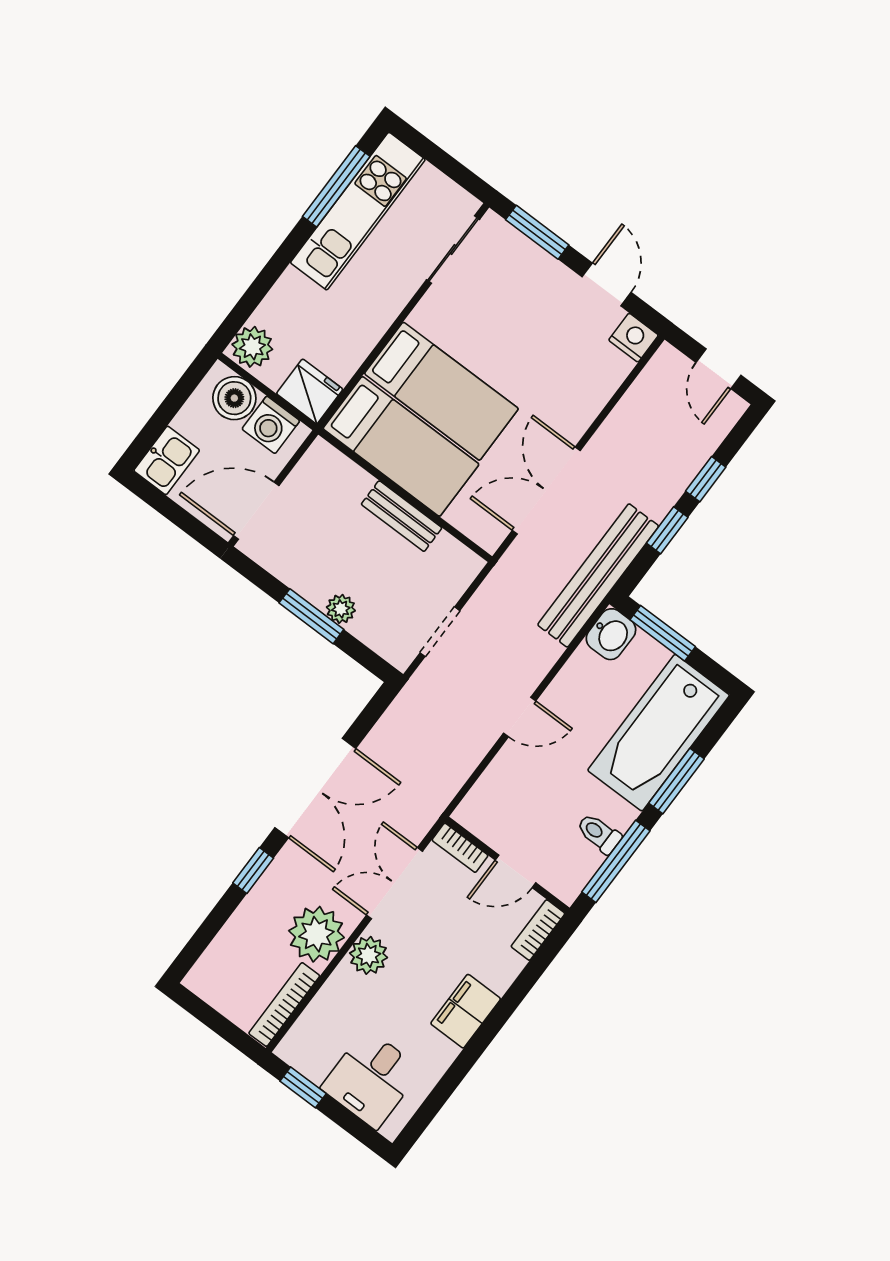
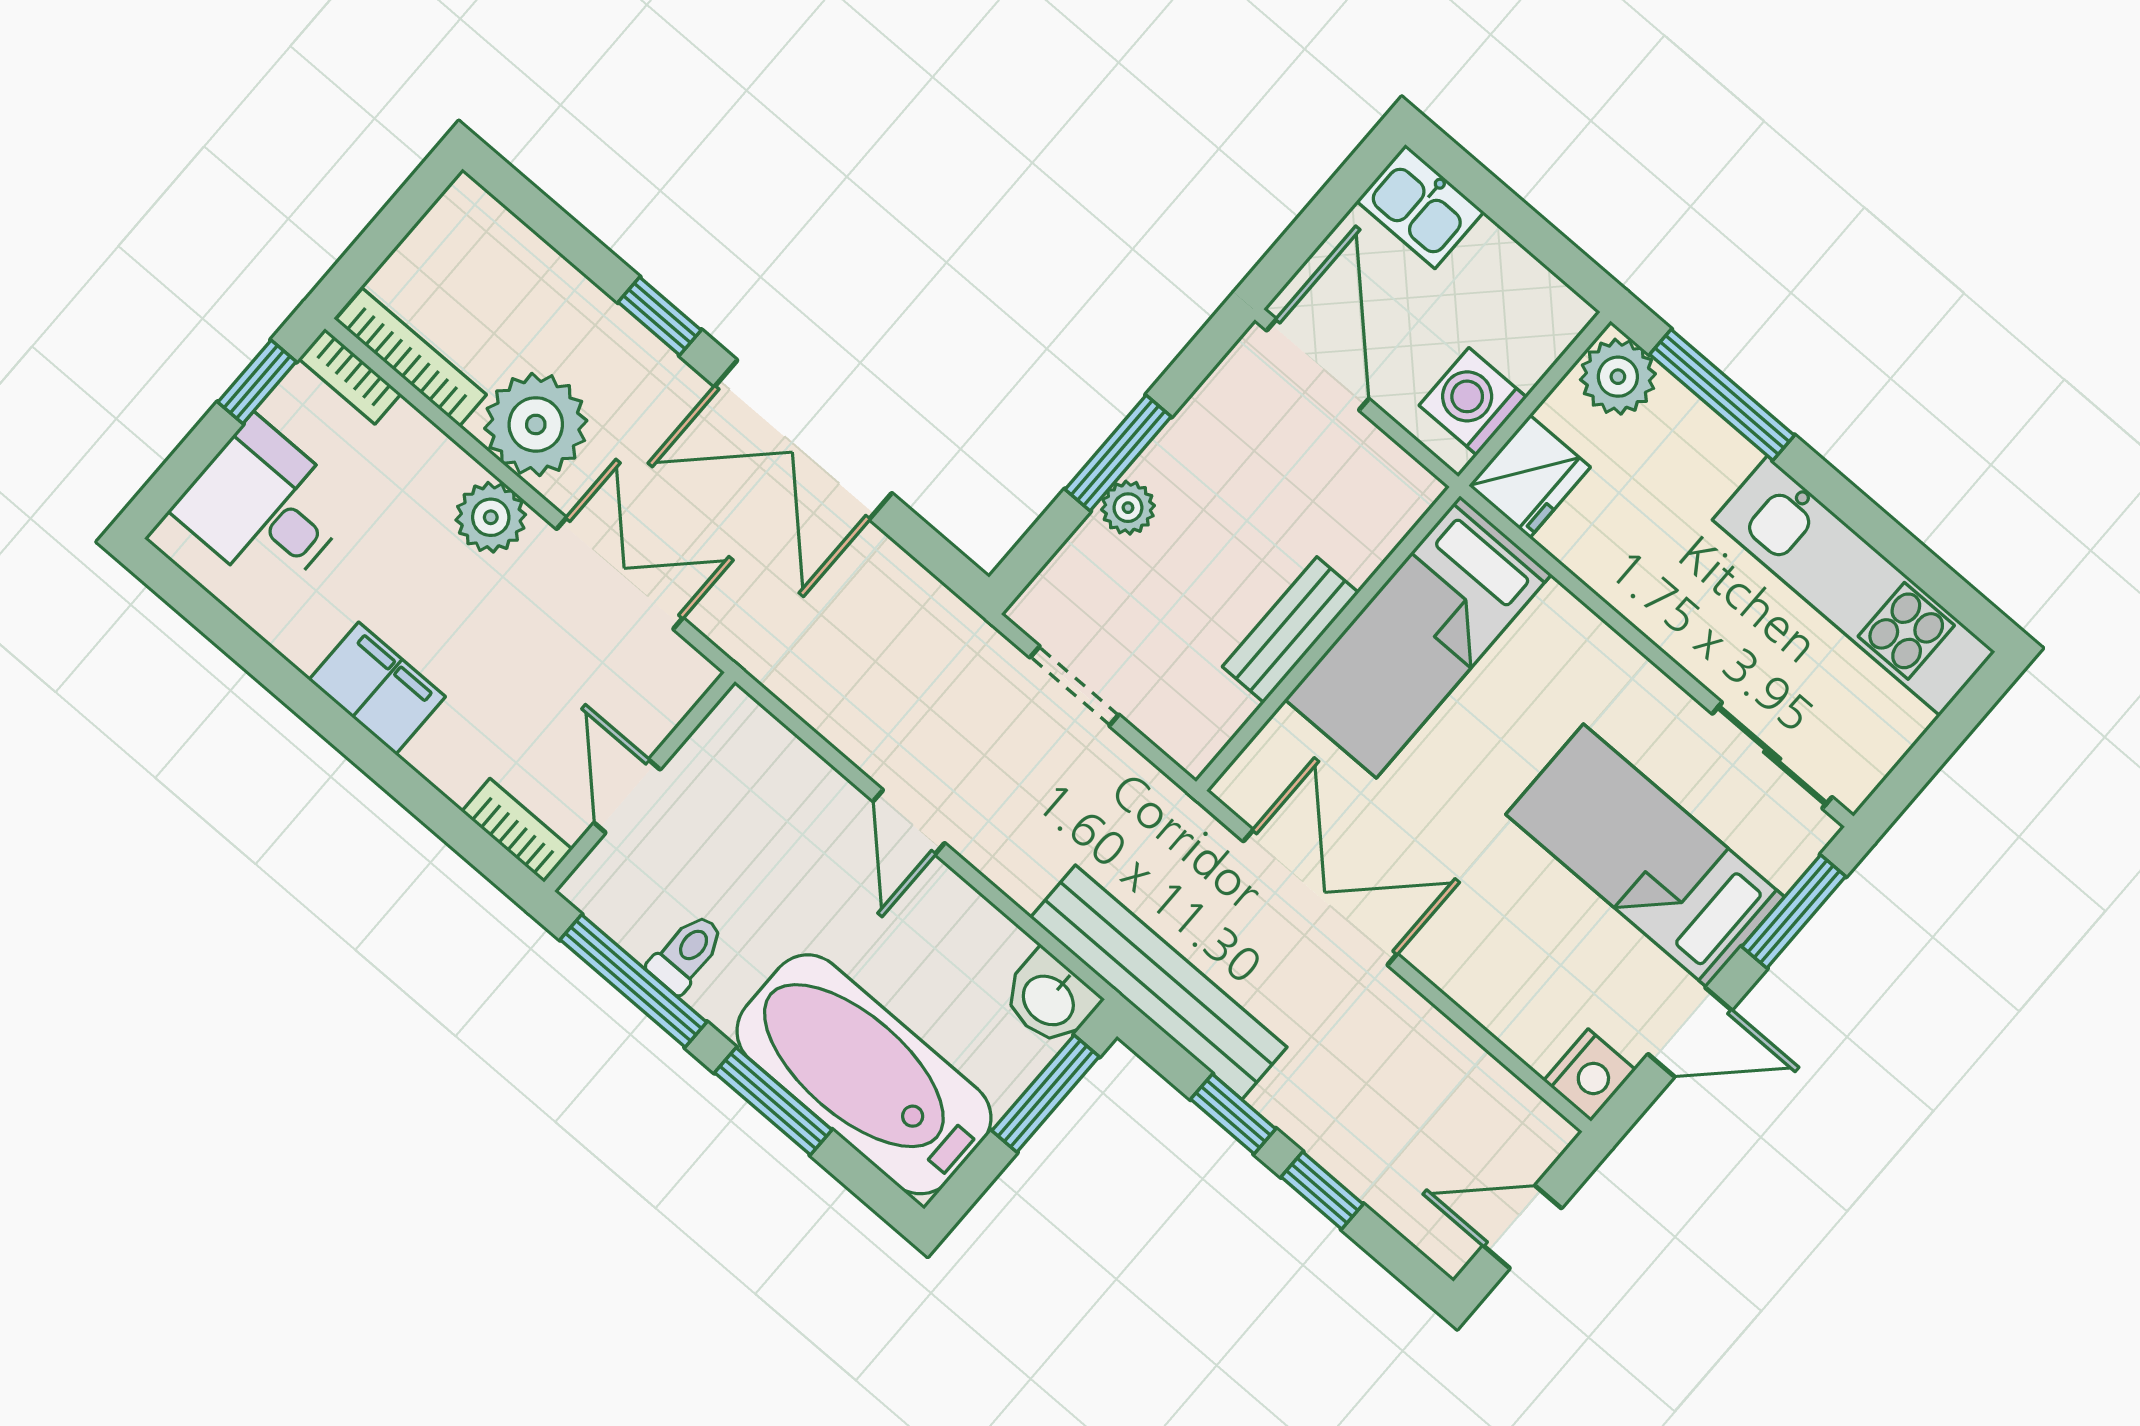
window: (336, 186) -> (1722, 395), moved
bed: (441, 391) -> (1645, 856), moved, turned 90
boiler: (234, 398) -> (1526, 338), removed
bookcase: (460, 848) -> (350, 376), moved, turned -90

